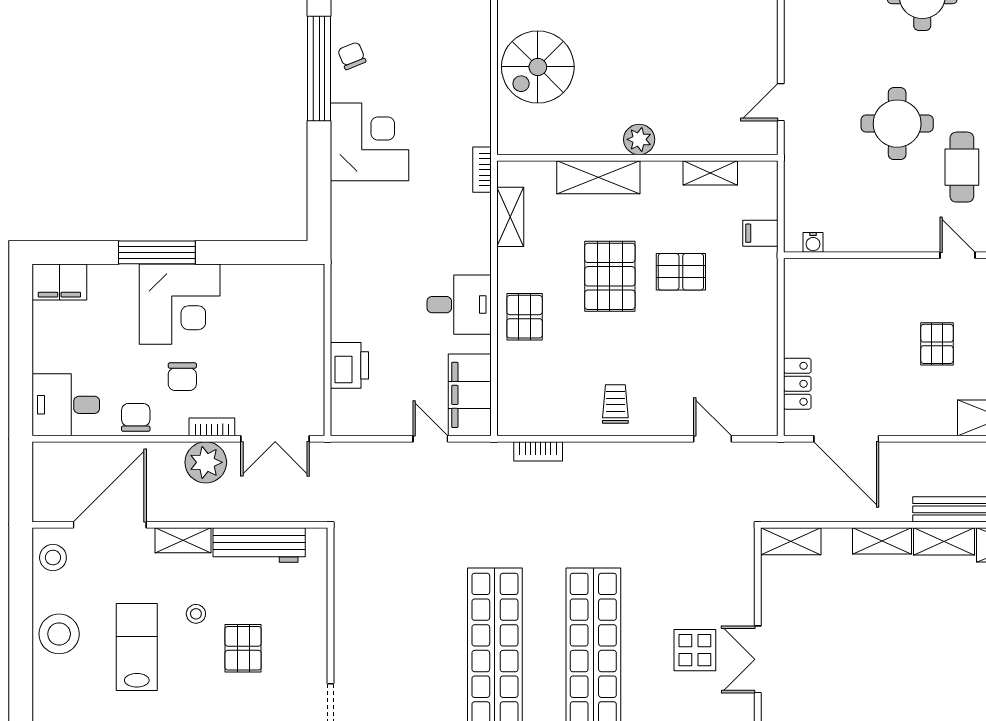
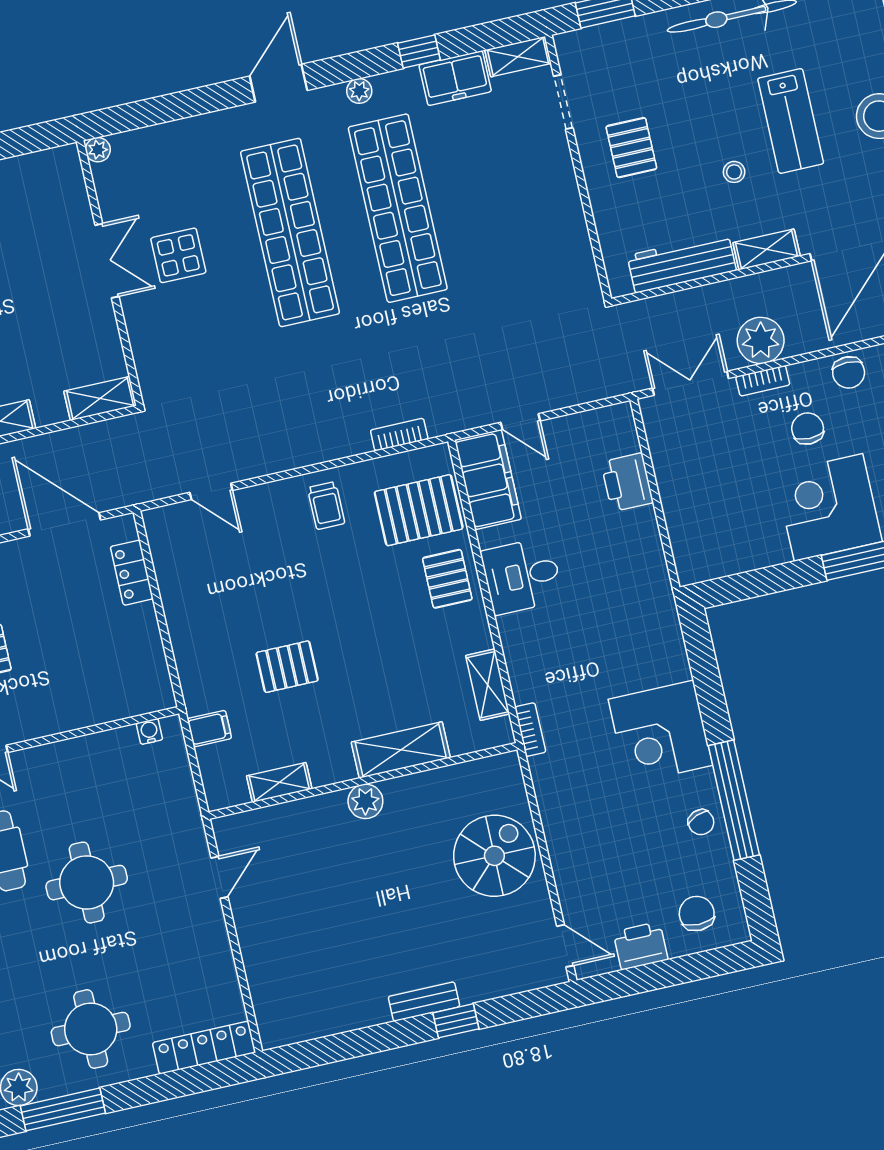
pallet: (610, 276) -> (419, 510), moved, turned 90
pallet: (243, 648) -> (631, 148), moved

